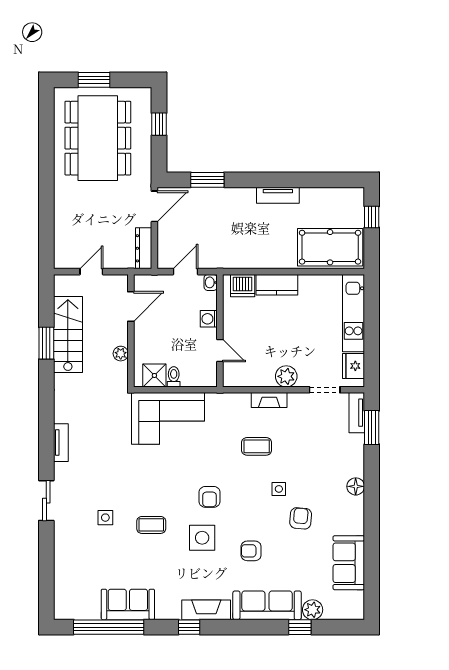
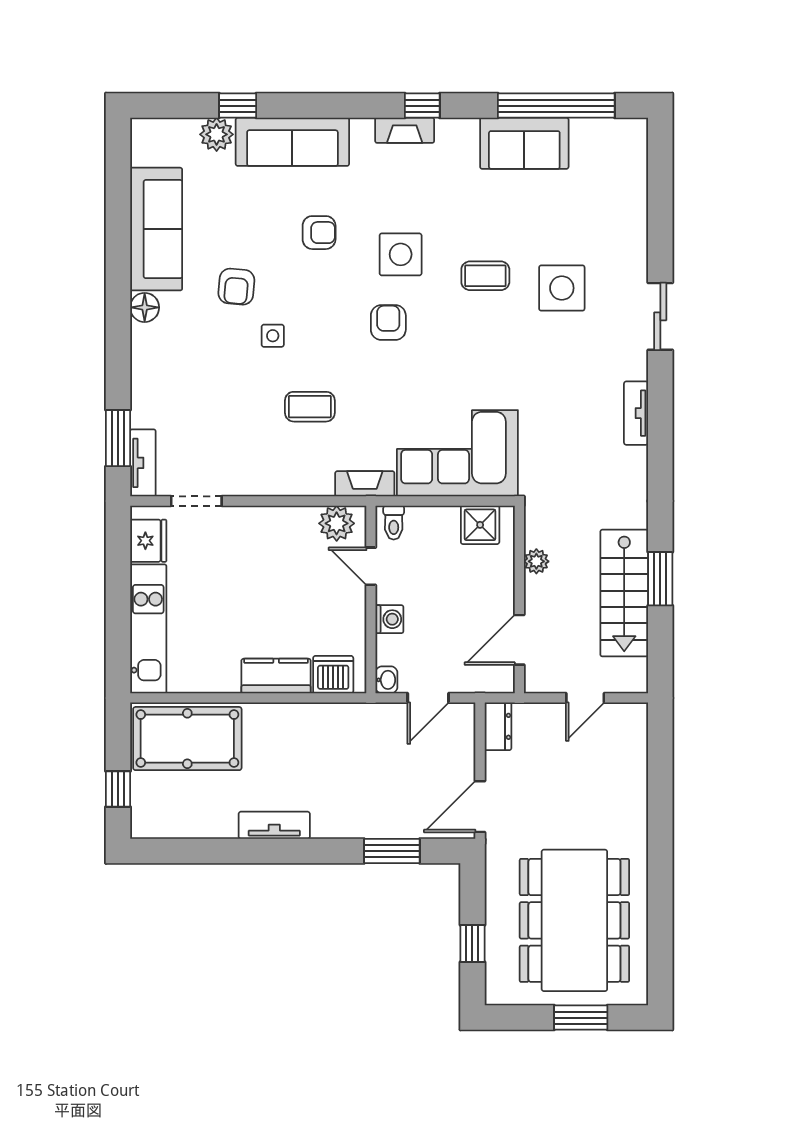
dresser: (144, 248) -> (498, 726), width x0.70
plant: (286, 376) -> (337, 523), moved
toilet: (174, 377) -> (394, 523), moved
fireplace: (269, 400) -> (365, 484), moved
floor lamp: (356, 486) -> (145, 307), moved
side table: (105, 518) -> (562, 288), width x1.87, depth x1.87
sofa: (349, 563) -> (156, 229), width x1.36
fireplace: (206, 610) -> (405, 130), width x0.73, depth x0.76

